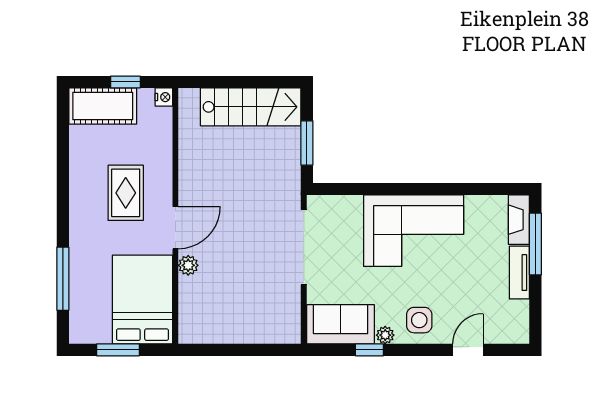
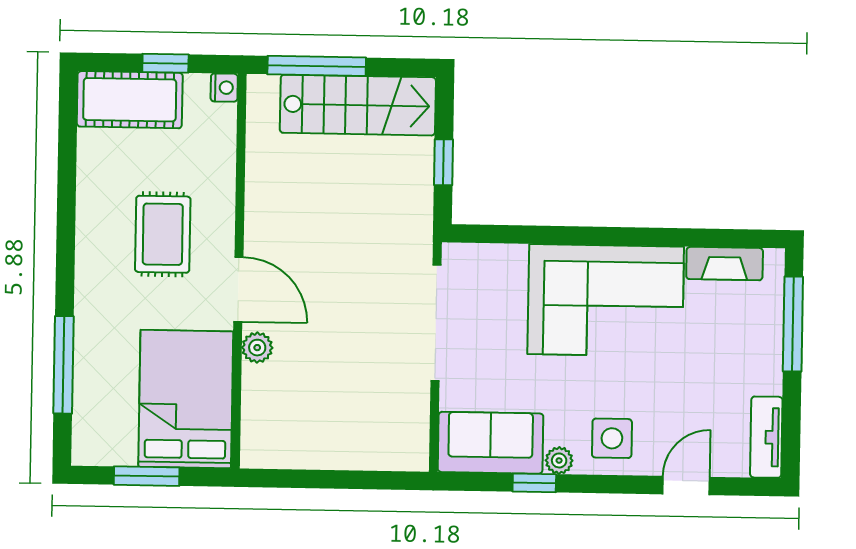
window: (224, 82) -> (317, 66), added
window: (307, 143) -> (444, 162), width x0.67
fireplace: (519, 220) -> (725, 264), moved, turned -90
door: (175, 228) -> (238, 289), hinge flipped
tv unit: (519, 273) -> (766, 437), moved

